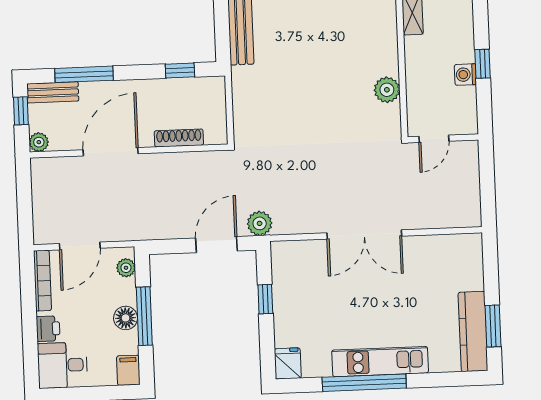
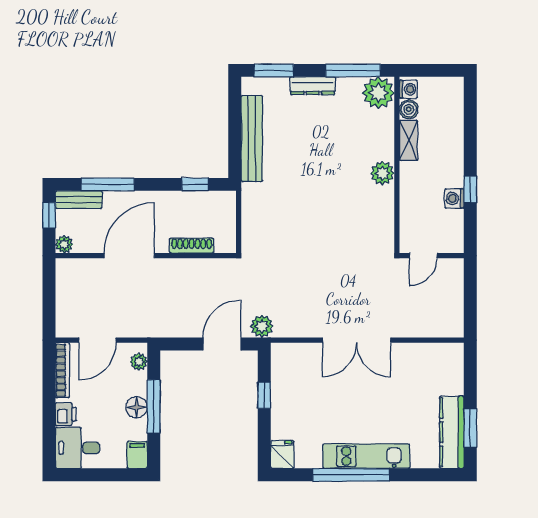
plant: (387, 90) -> (382, 173), moved

